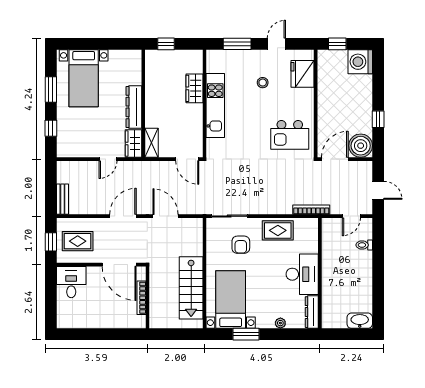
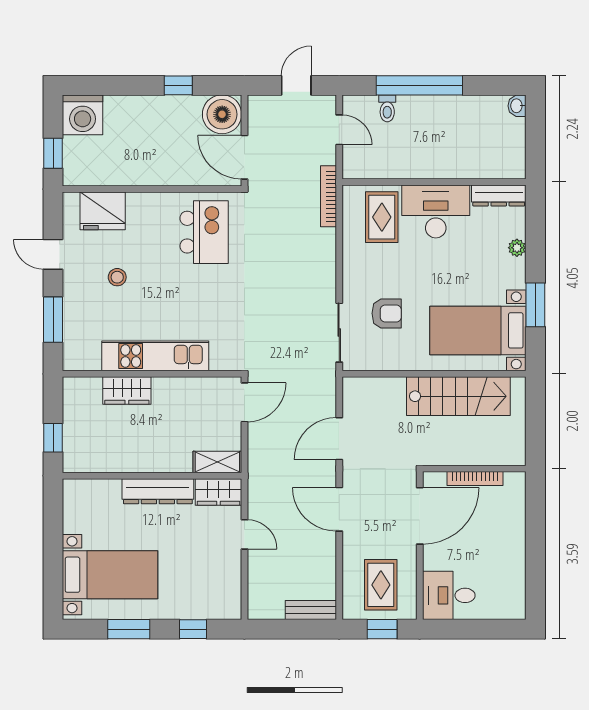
rug: (278, 230) -> (382, 217), moved
window: (378, 264) -> (419, 85), added
washbasin: (360, 321) -> (517, 106), width x0.52, depth x0.69

